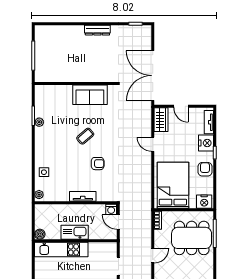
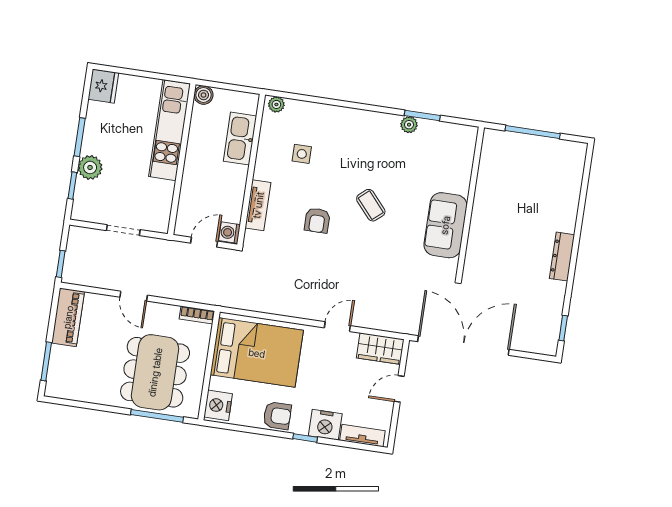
side table: (44, 172) -> (302, 154), moved
tv unit: (83, 196) -> (258, 205), moved
kitchen sink: (75, 232) -> (240, 139), moved, turned 180

